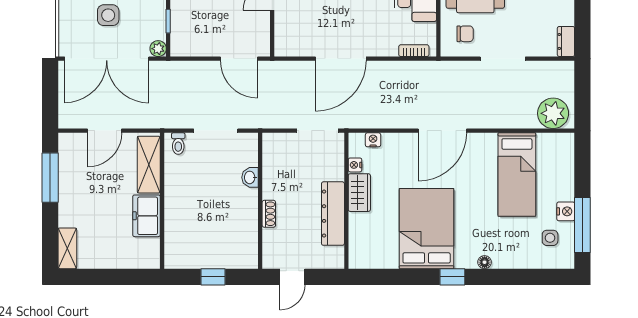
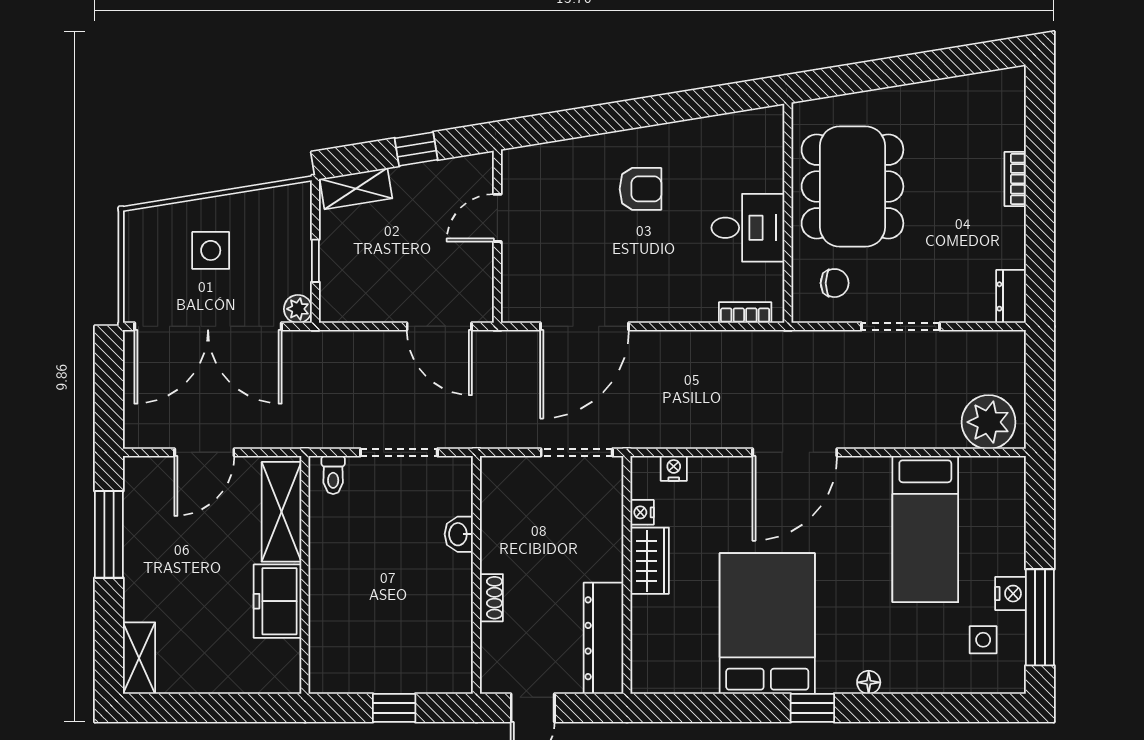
door: (341, 59) -> (585, 326), moved
dresser: (333, 214) -> (604, 638), moved

